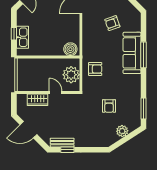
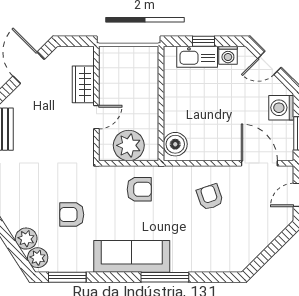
washing machine: (22, 20) -> (228, 55), added
armchair: (112, 23) -> (210, 197), moved
sofa: (132, 53) -> (132, 256), moved
armchair: (95, 69) -> (139, 189), turned -90
plant: (133, 125) -> (38, 258), added

